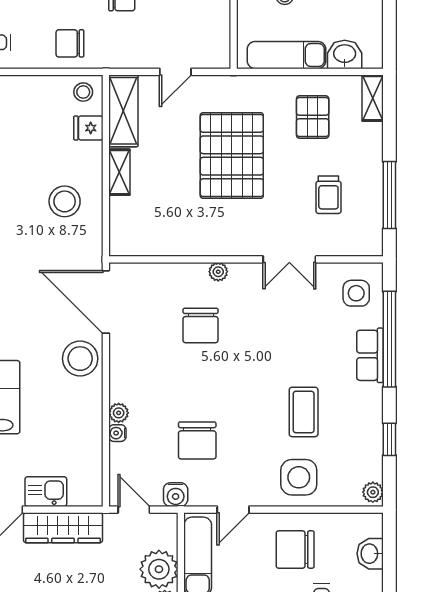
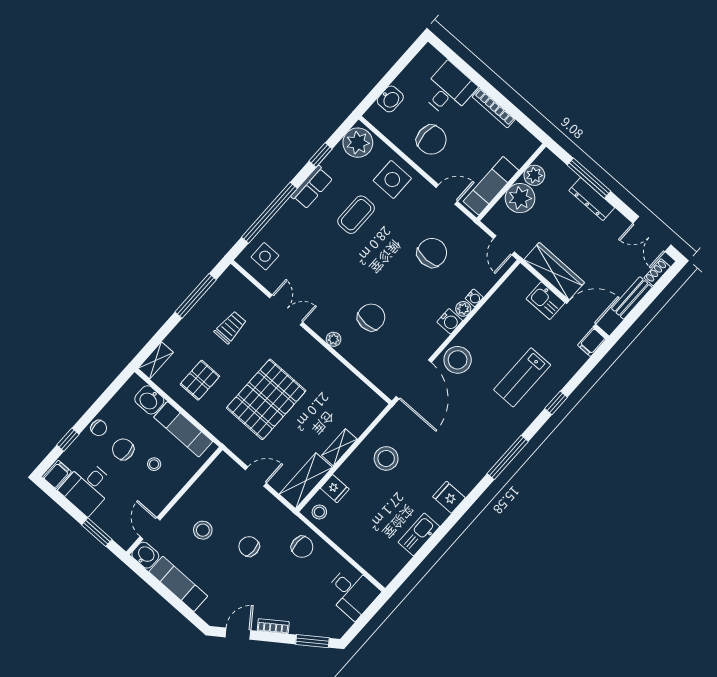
row of seats: (370, 355) -> (312, 187), moved
plant: (373, 492) -> (358, 143), width x1.88, depth x1.88
water cooler: (176, 495) -> (450, 321), moved, turned 90

